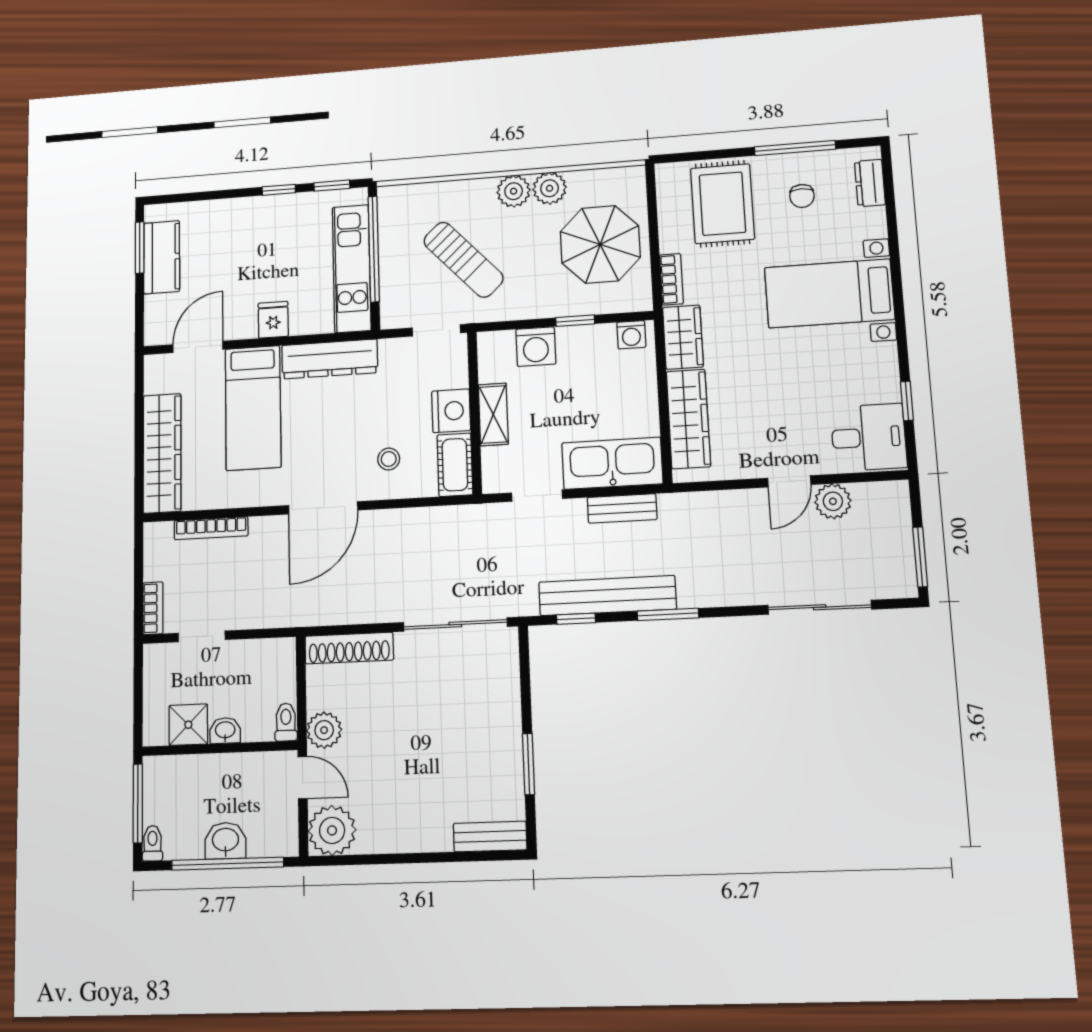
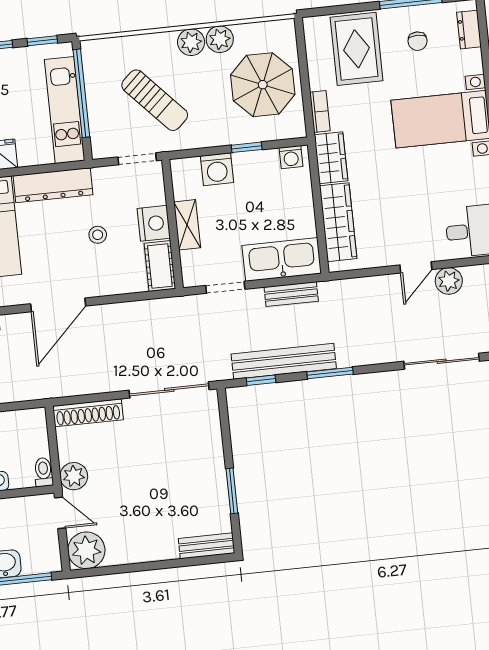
stool: (389, 459) -> (98, 235), moved

